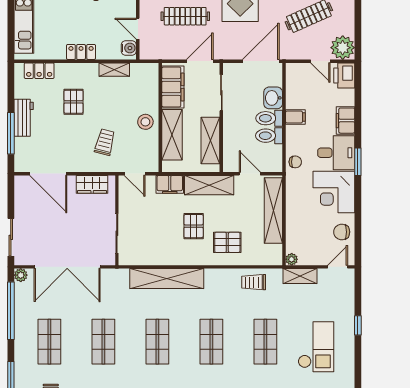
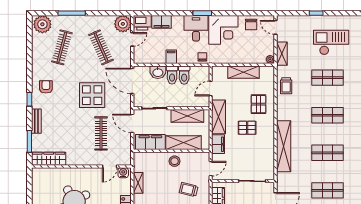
filing cabinet: (345, 121) -> (162, 22), moved
shelving: (273, 210) -> (244, 72), width x0.68

